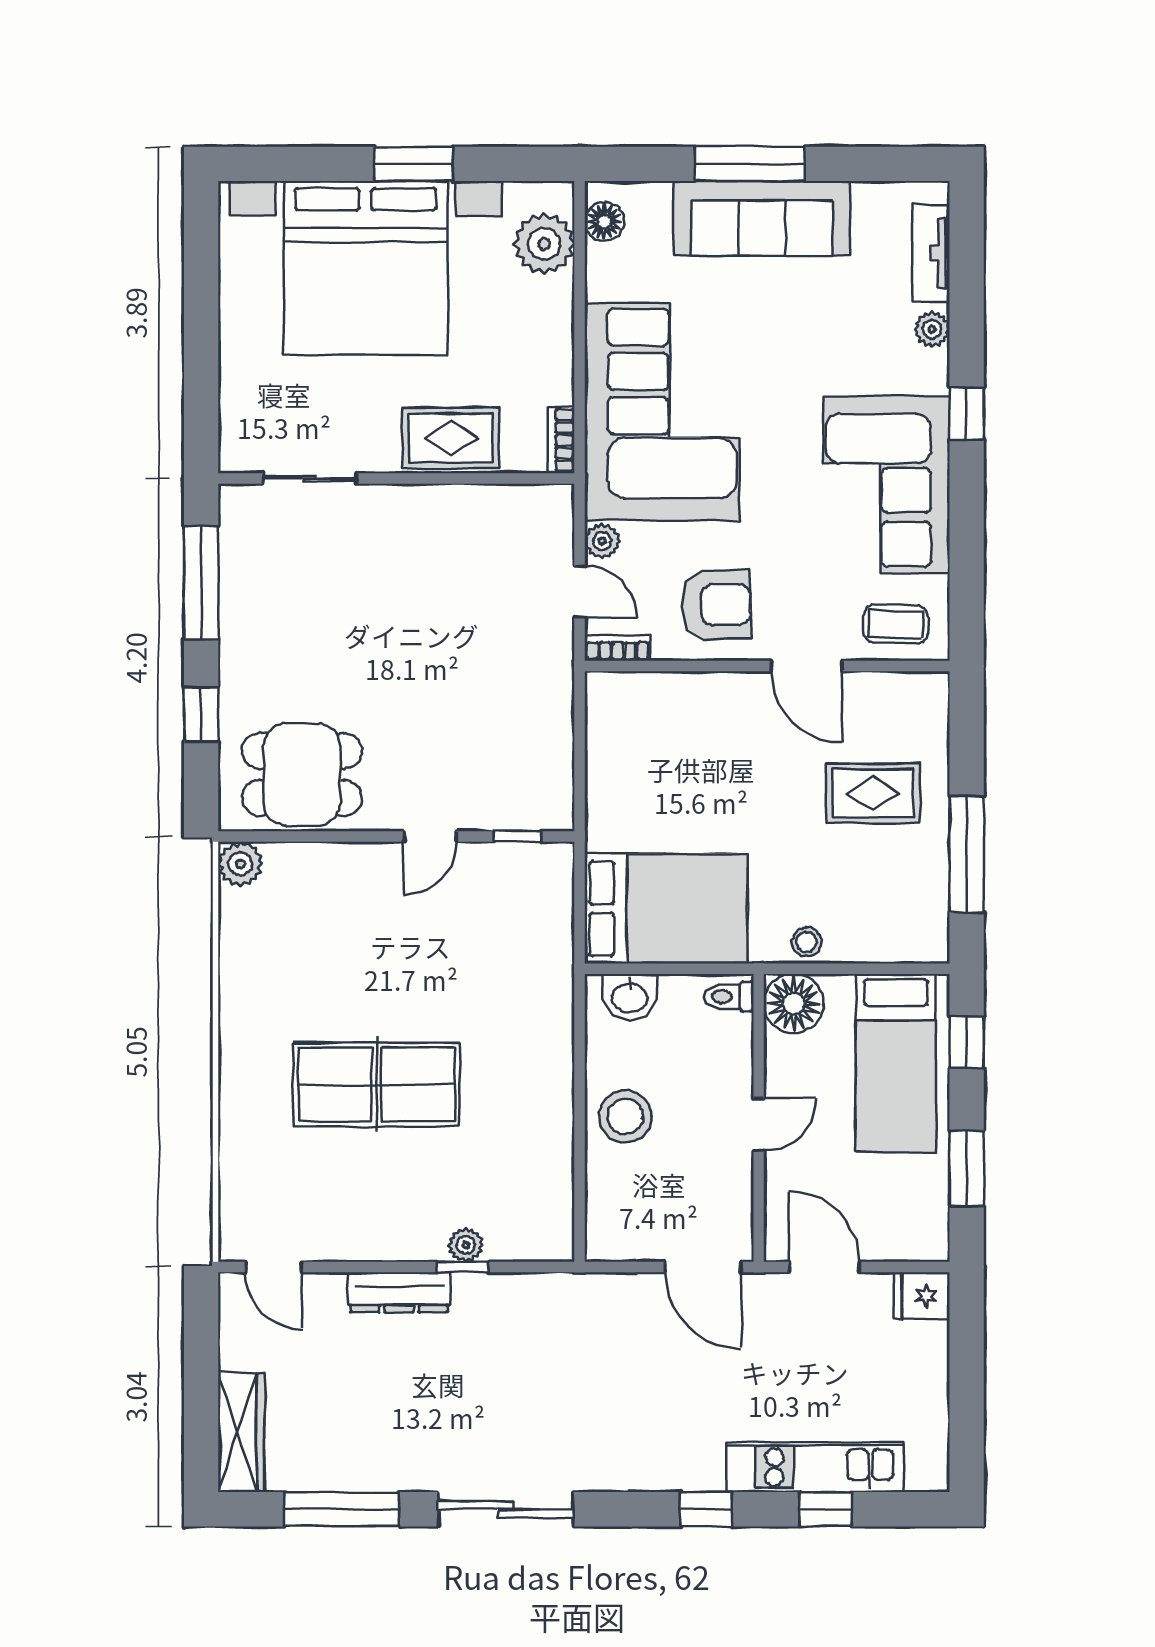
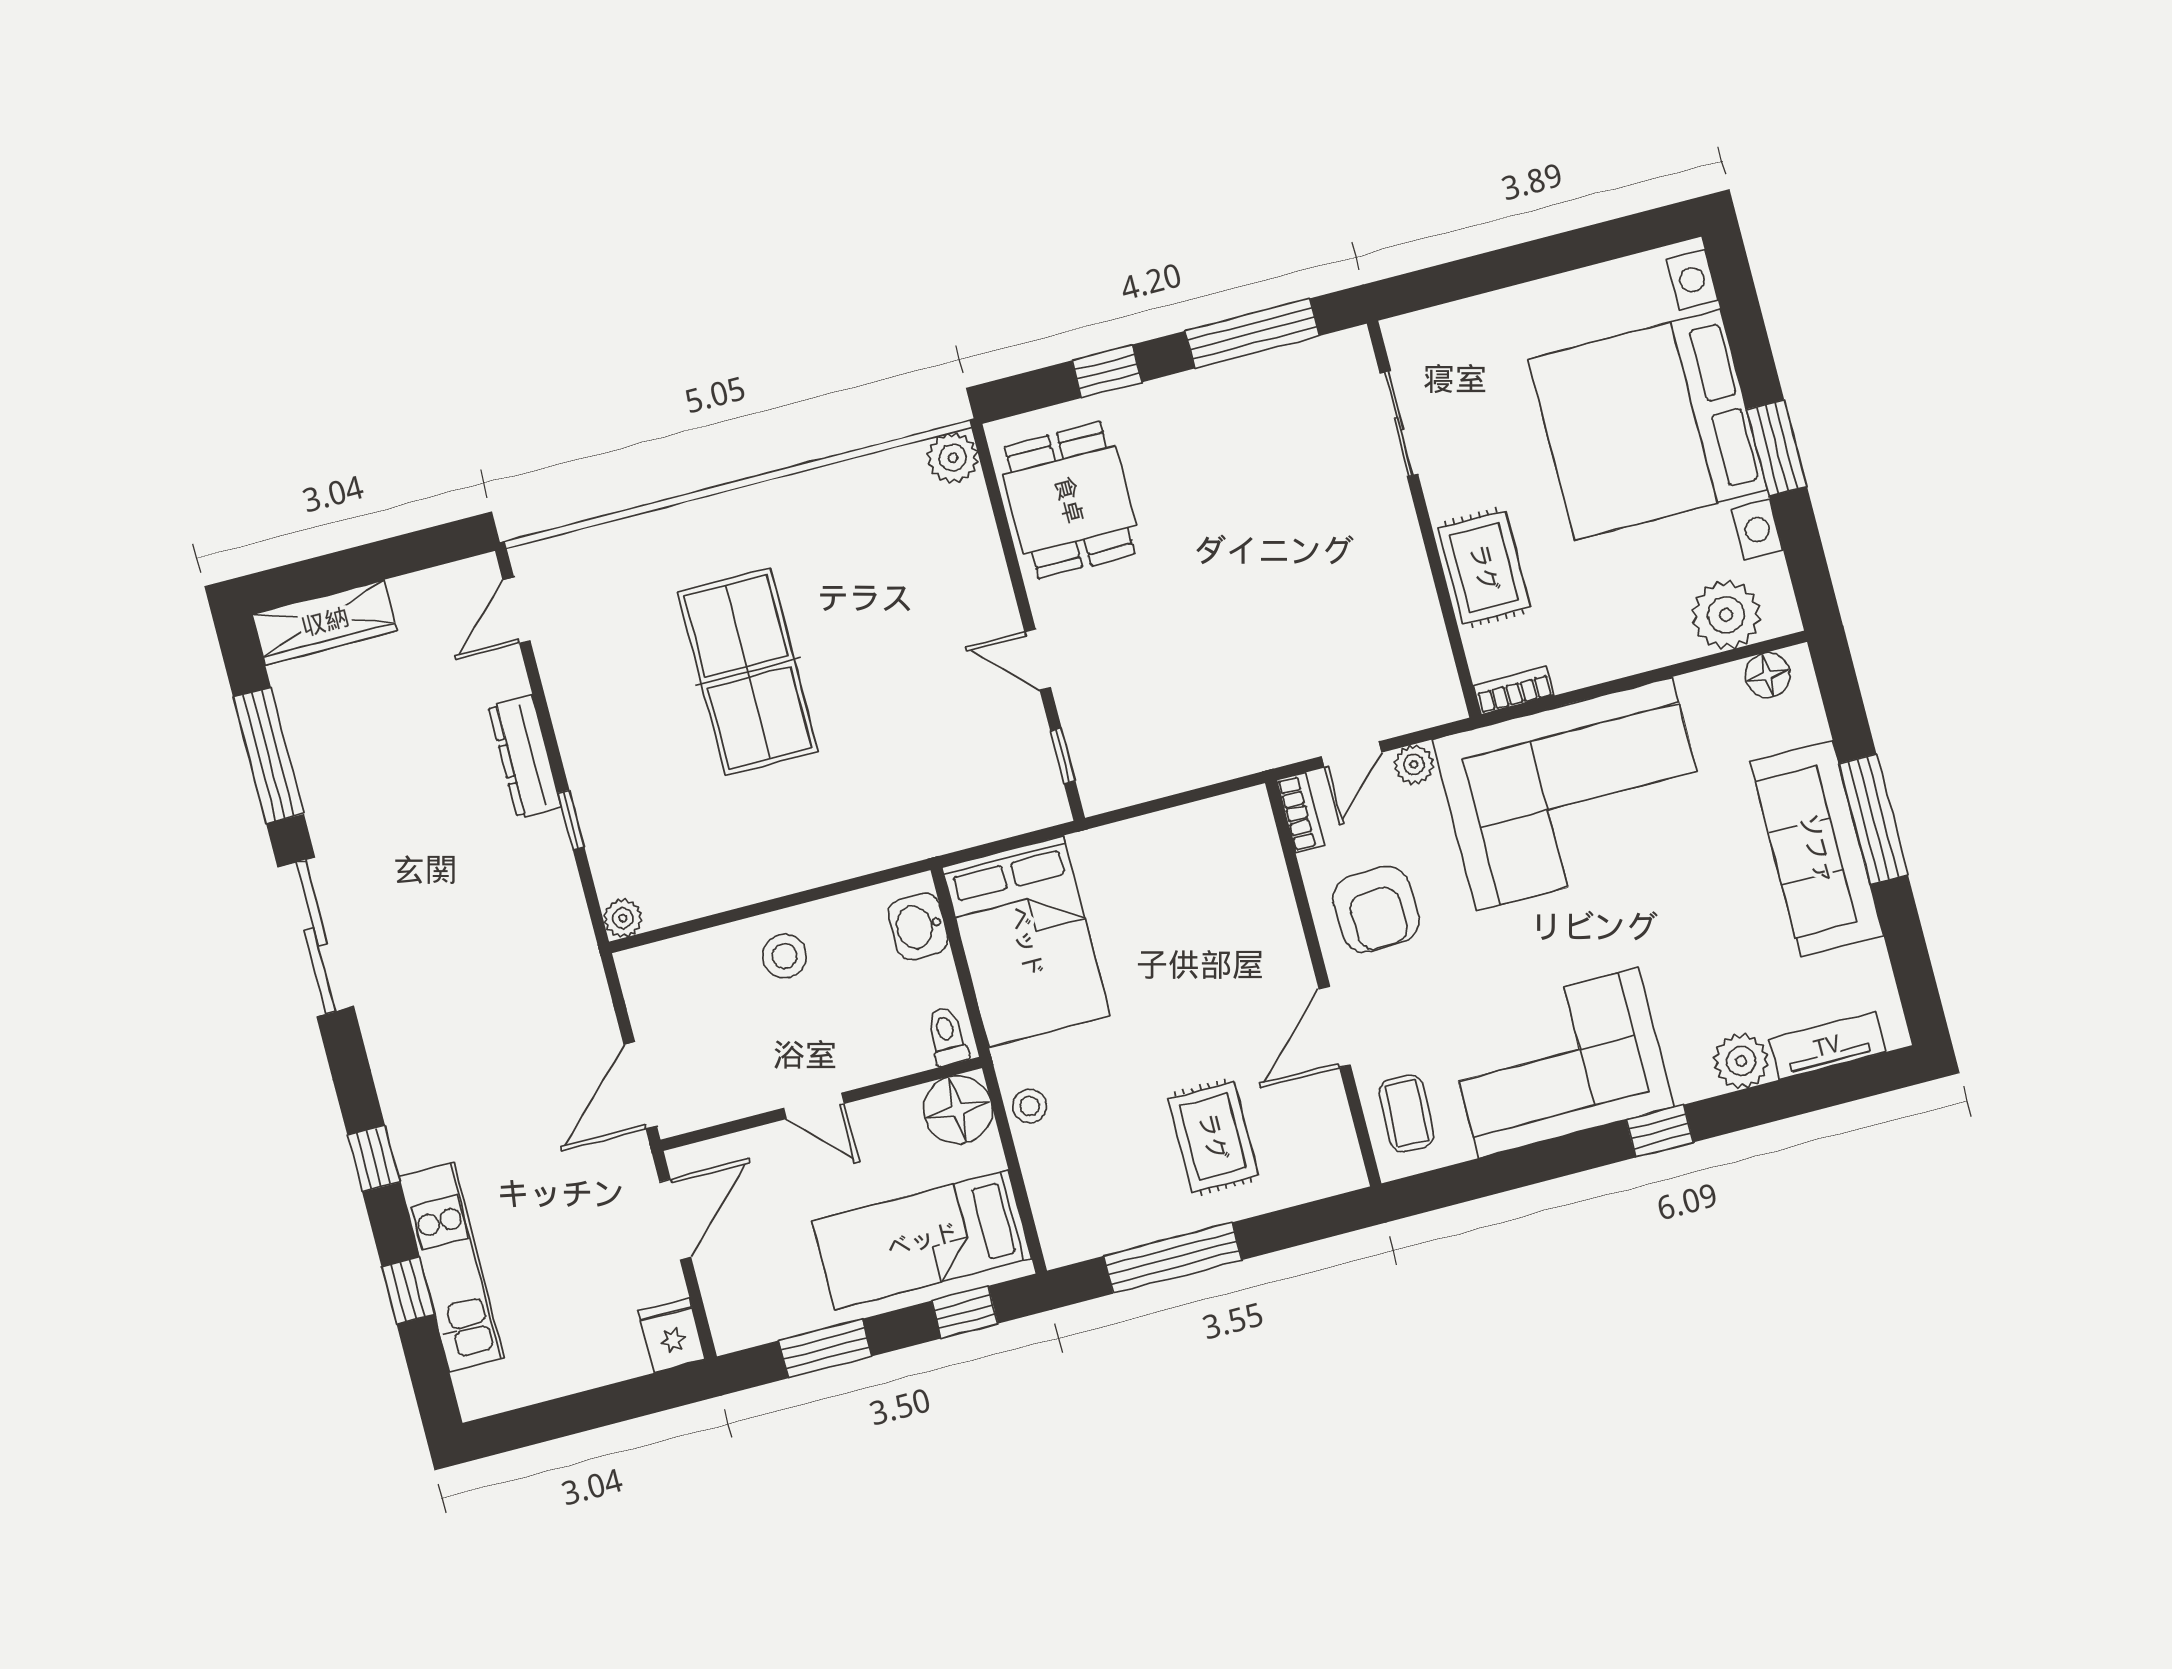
plant: (932, 329) -> (1741, 1061), width x1.38, depth x1.38
stool: (625, 1116) -> (784, 956), width x0.73, depth x0.73
plant: (466, 1245) -> (623, 918), moved

